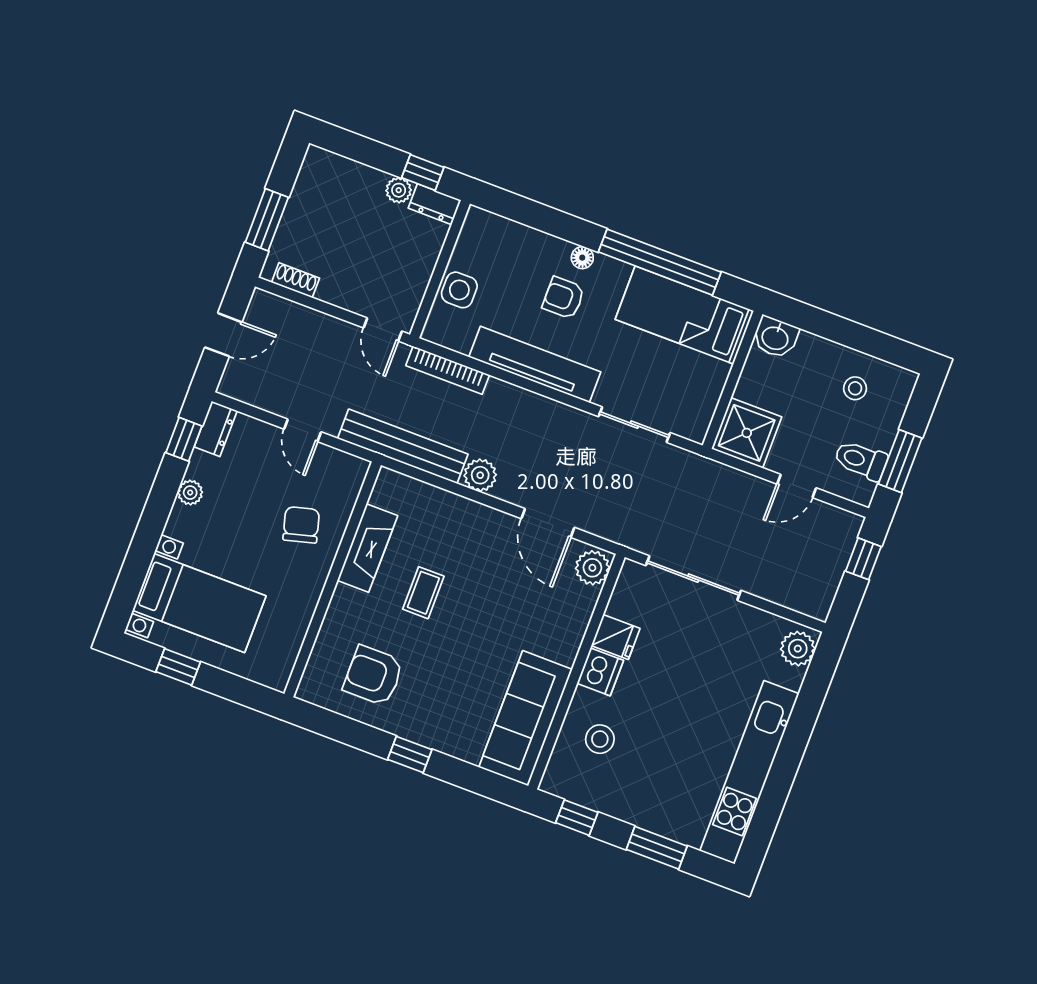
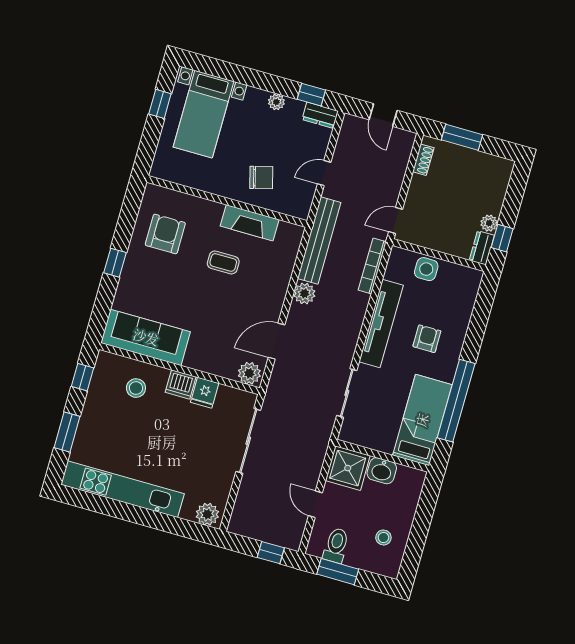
floor lamp: (582, 258) -> (455, 349), removed
washbasin: (775, 337) -> (382, 471), moved, turned -90

